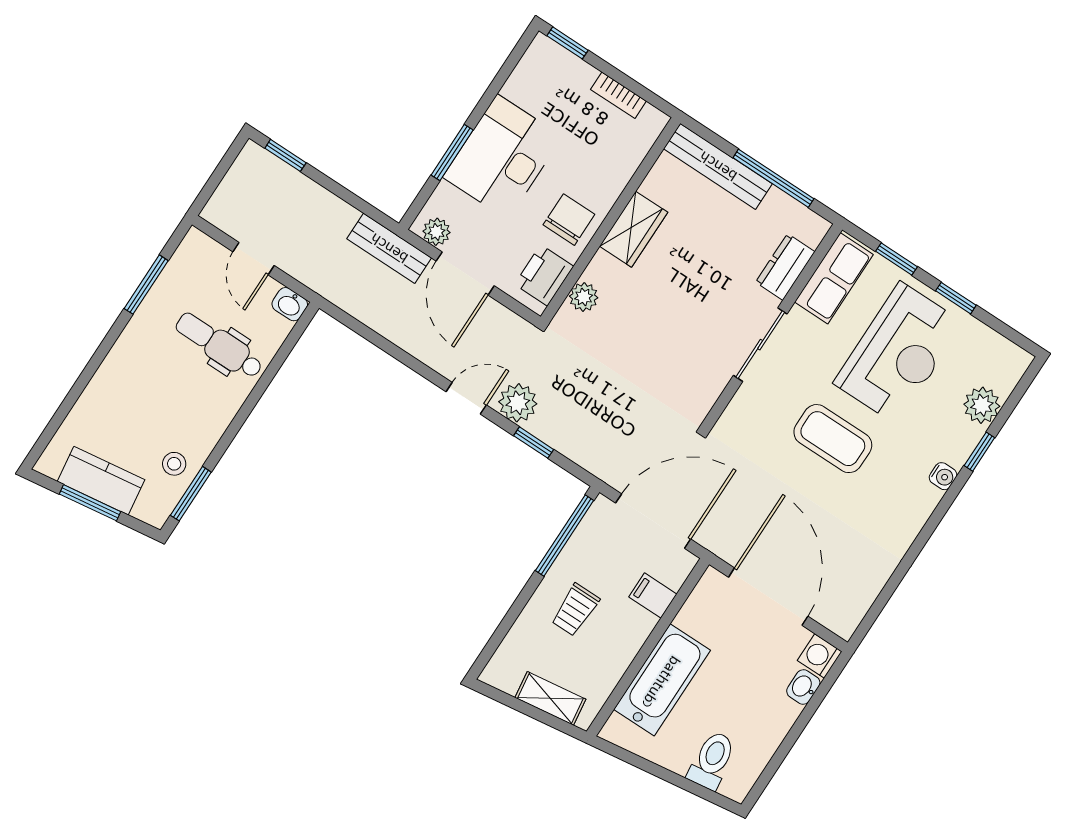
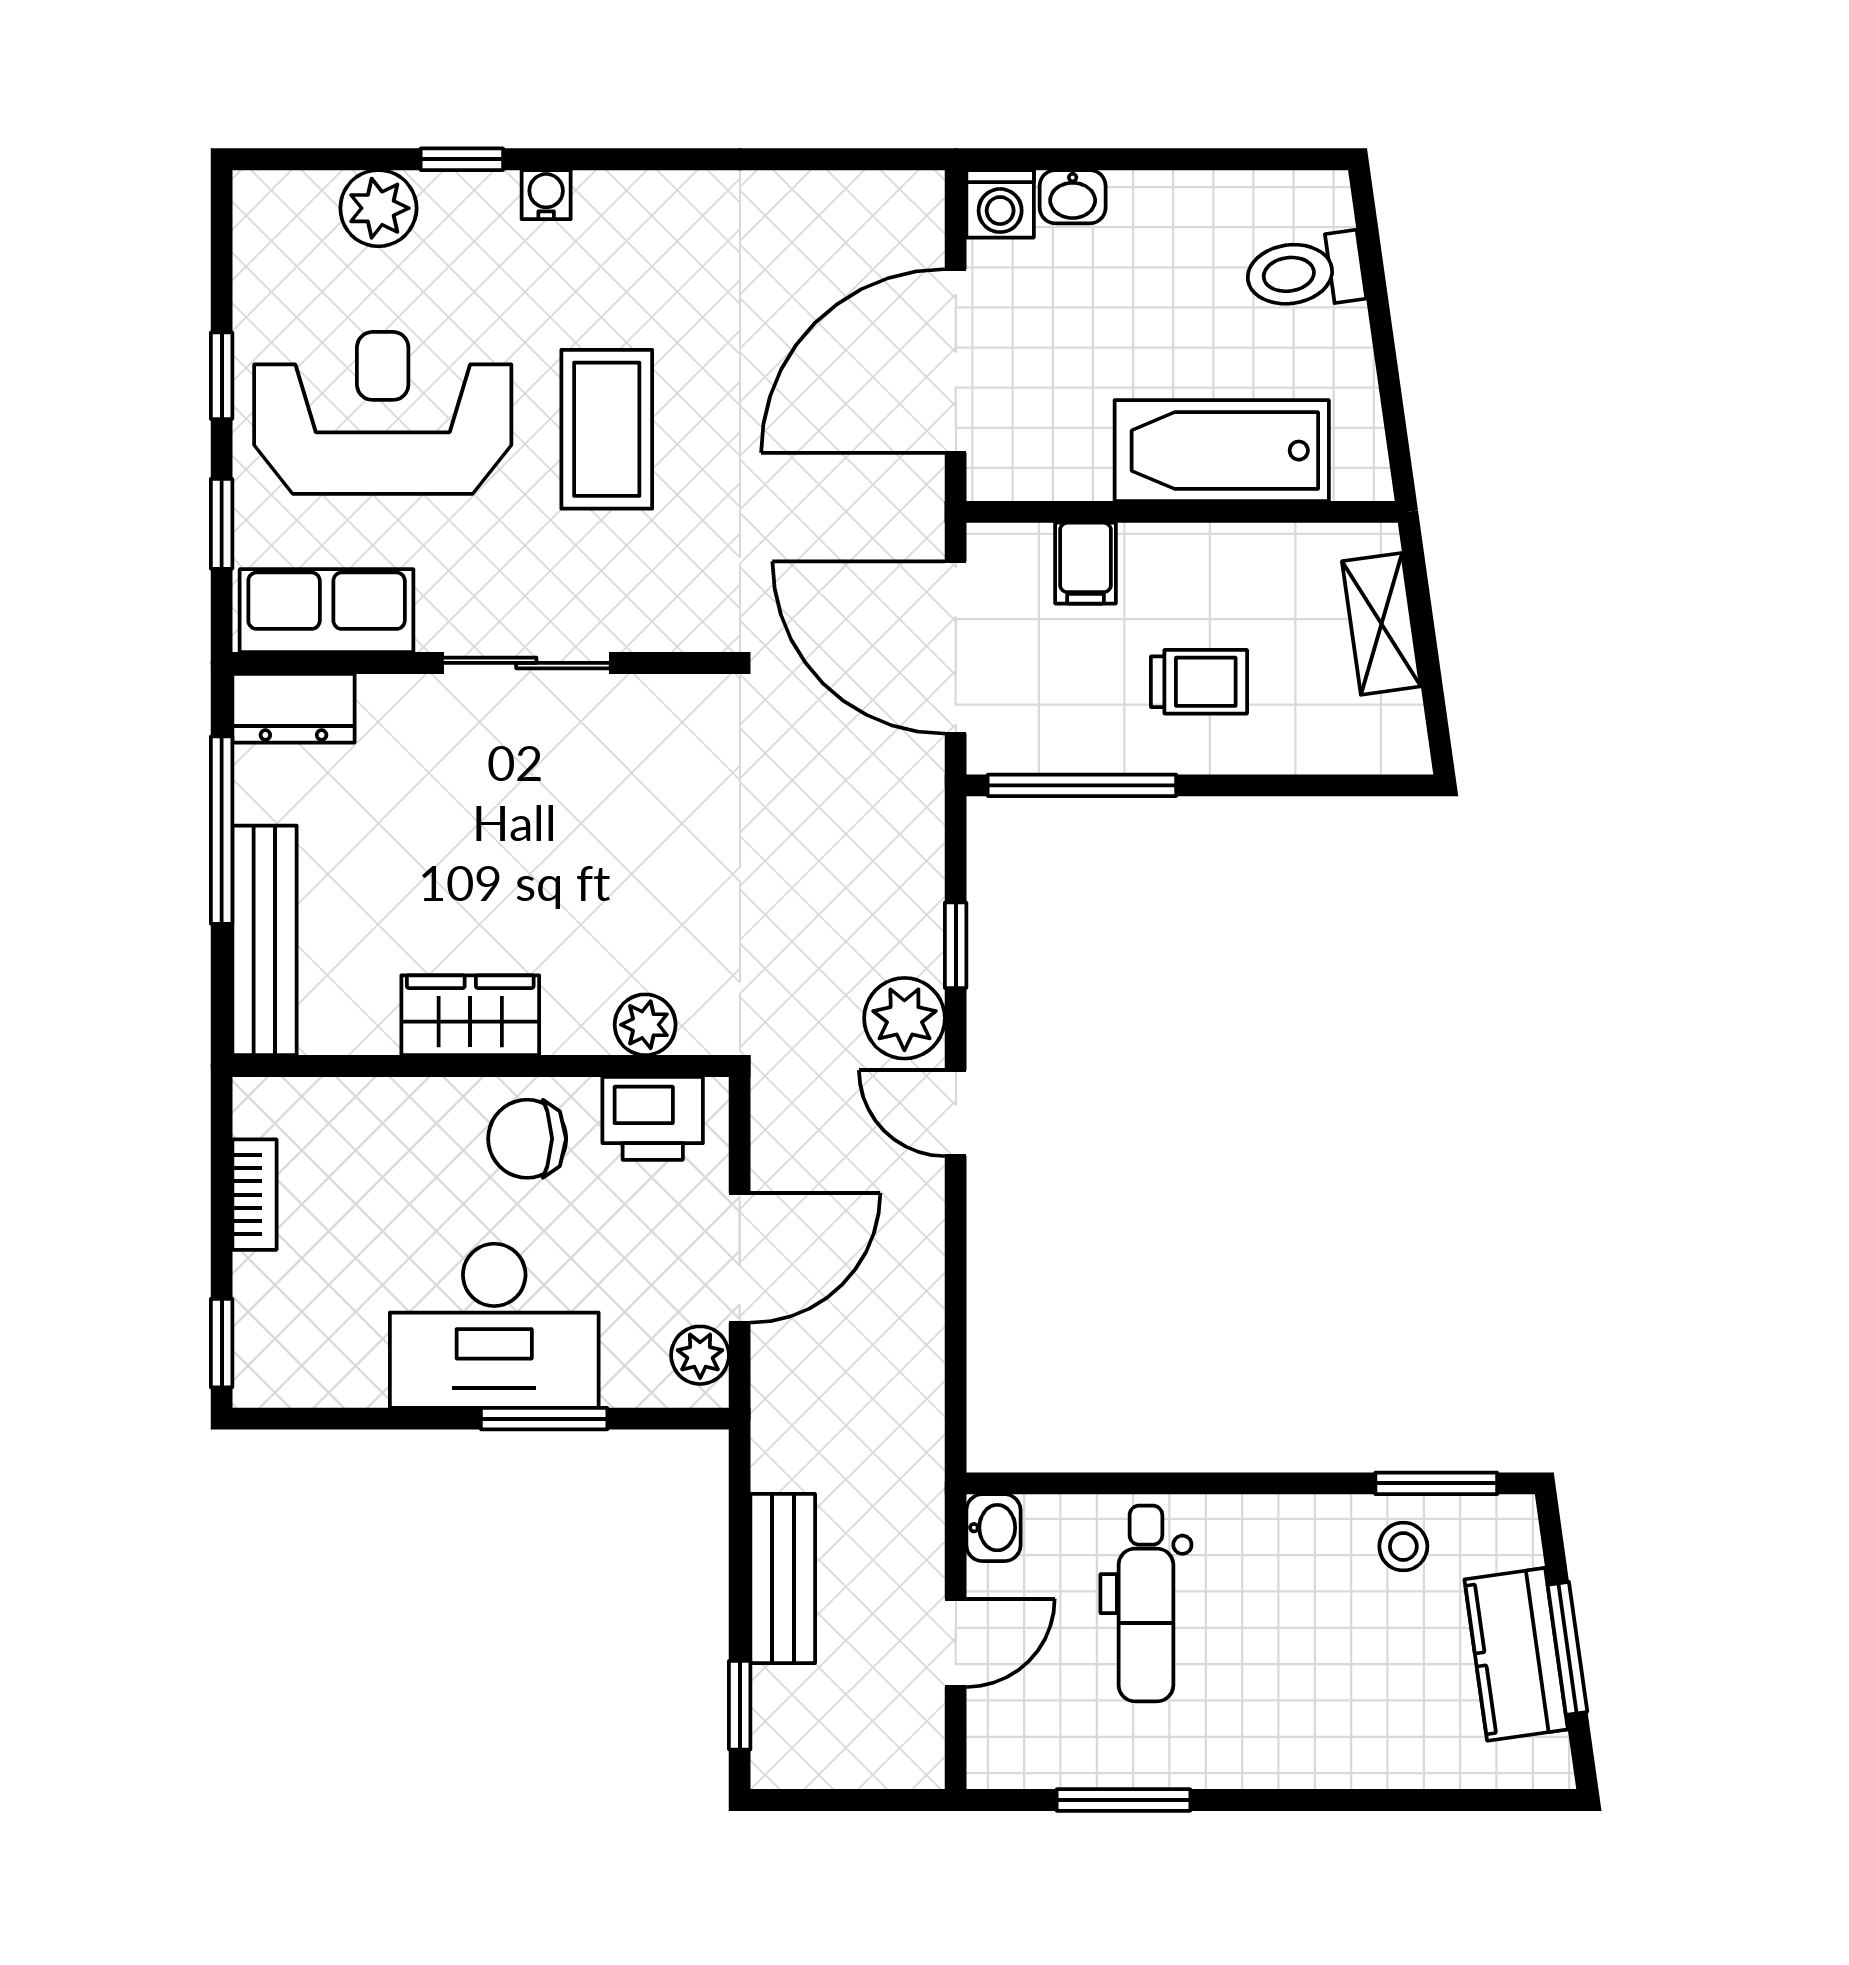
bench: (389, 248) -> (783, 1579), moved
dresser: (785, 267) -> (293, 708), moved

